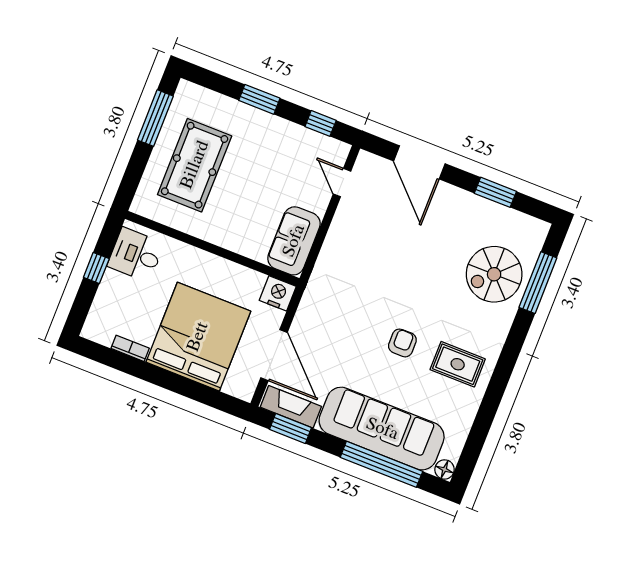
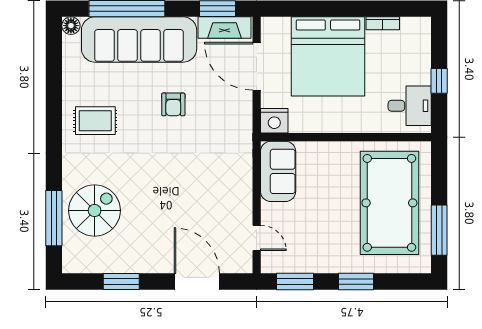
window: (321, 123) -> (295, 281), width x1.50
pool table: (195, 165) -> (389, 203), width x1.36, depth x1.32
armchair: (402, 343) -> (173, 104), moved

